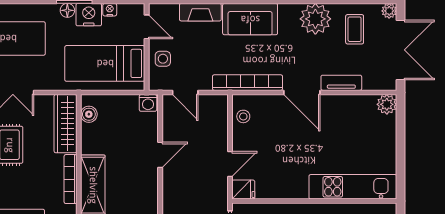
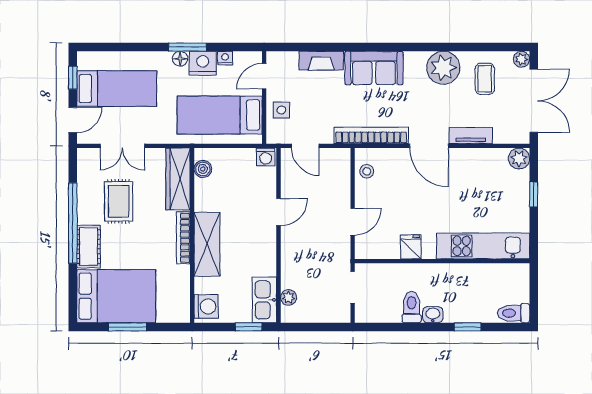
door: (147, 27) -> (264, 76), swing flipped
window: (401, 138) -> (534, 194), added
fridge: (243, 190) -> (411, 247), moved, turned -90

